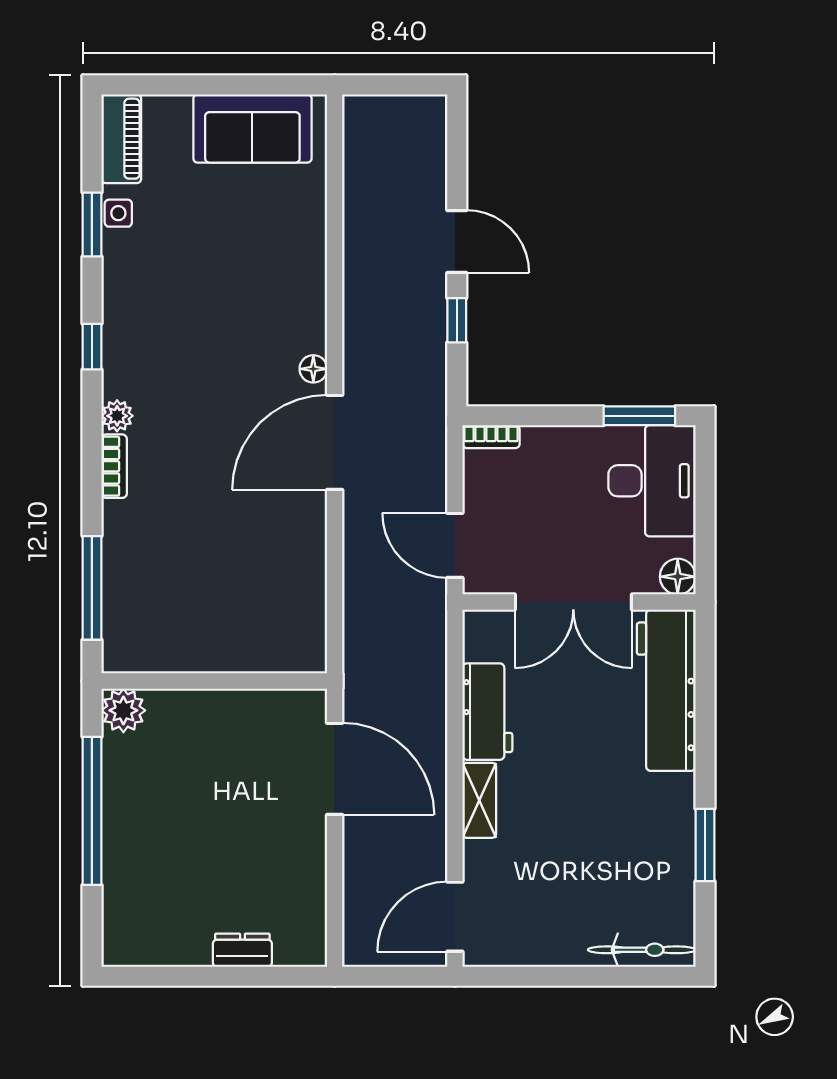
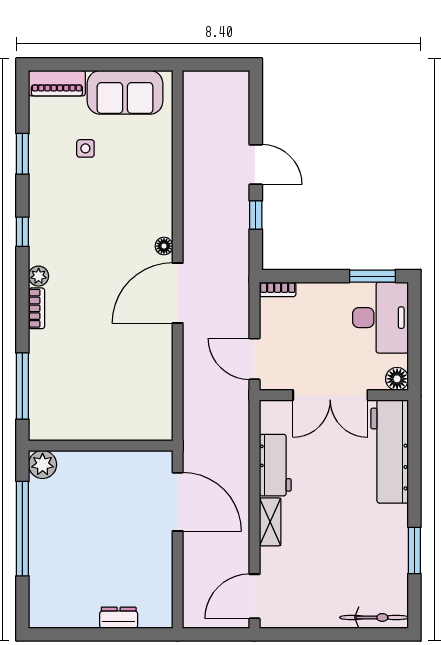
piano: (121, 139) -> (57, 83), moved, turned 90
side table: (118, 213) -> (85, 148), moved

